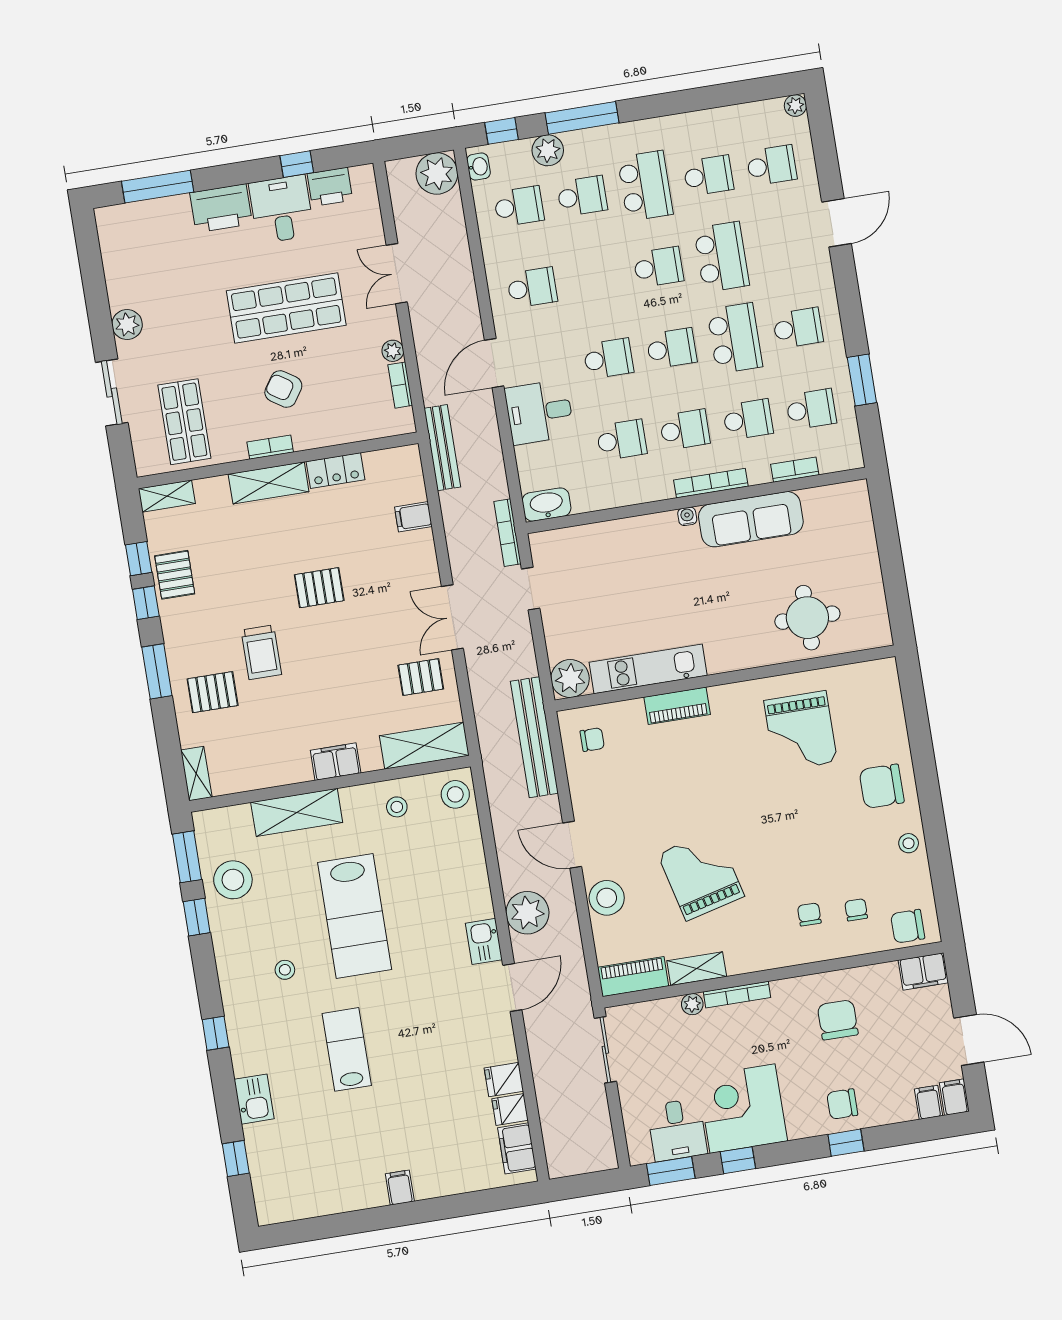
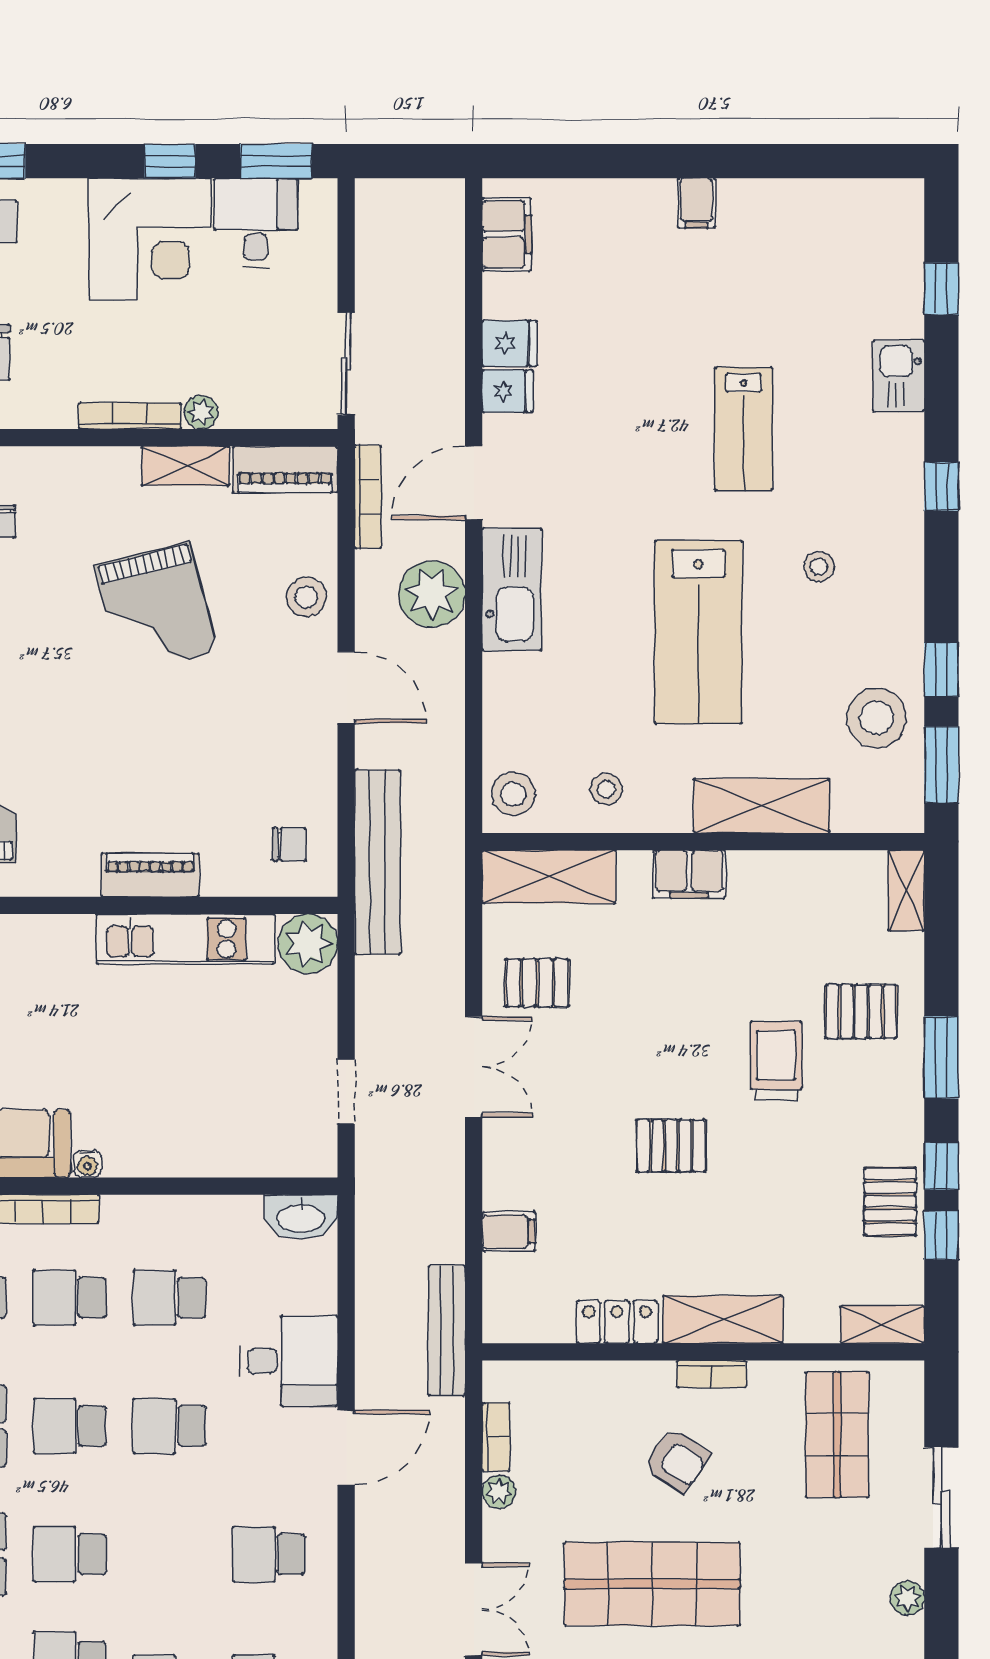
plant: (127, 325) -> (907, 1598), width x0.73, depth x0.73
bookcase: (507, 533) -> (368, 497), moved
chair: (592, 740) -> (289, 844), turned 180
stool: (607, 898) -> (306, 597), width x0.73, depth x0.73
lab bench: (355, 916) -> (698, 632), turned 180
kitchen sink: (484, 941) -> (512, 589), width x1.88, depth x1.24
fridge: (510, 1110) -> (508, 391), moved

